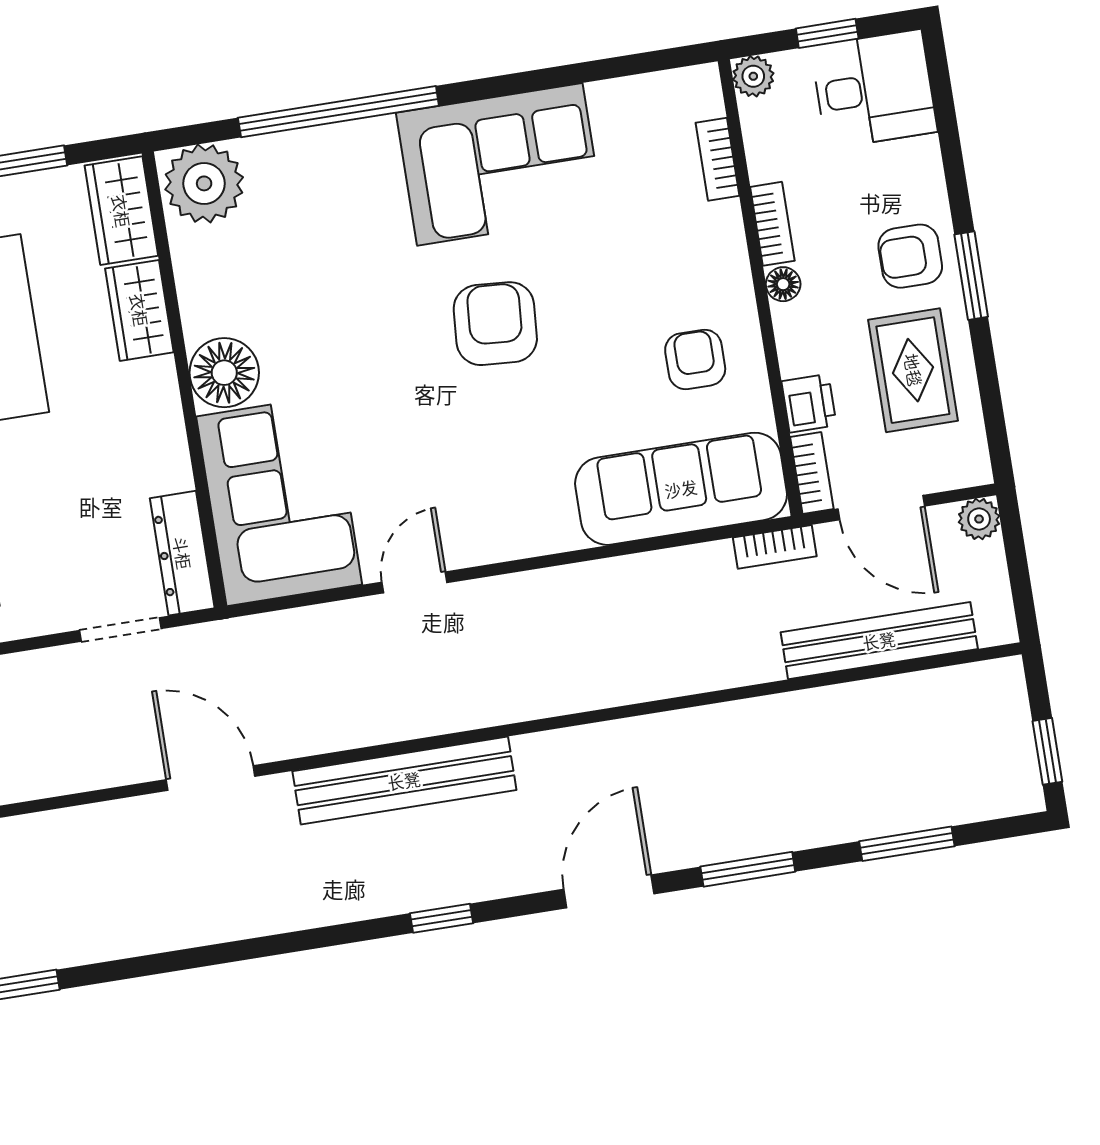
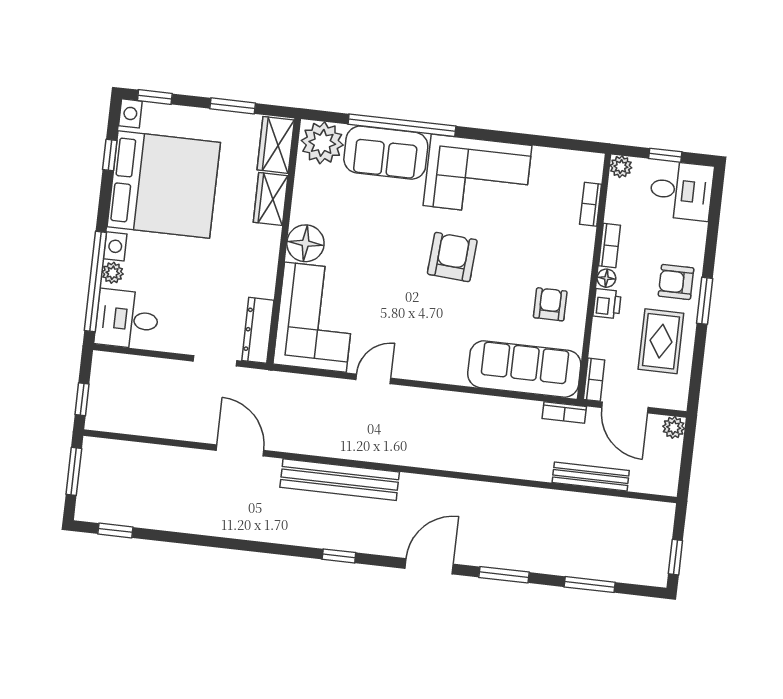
sofa: (323, 169) -> (386, 153), added
printer: (809, 403) -> (607, 304), moved
bench: (879, 641) -> (591, 476), width x0.73, depth x0.82

